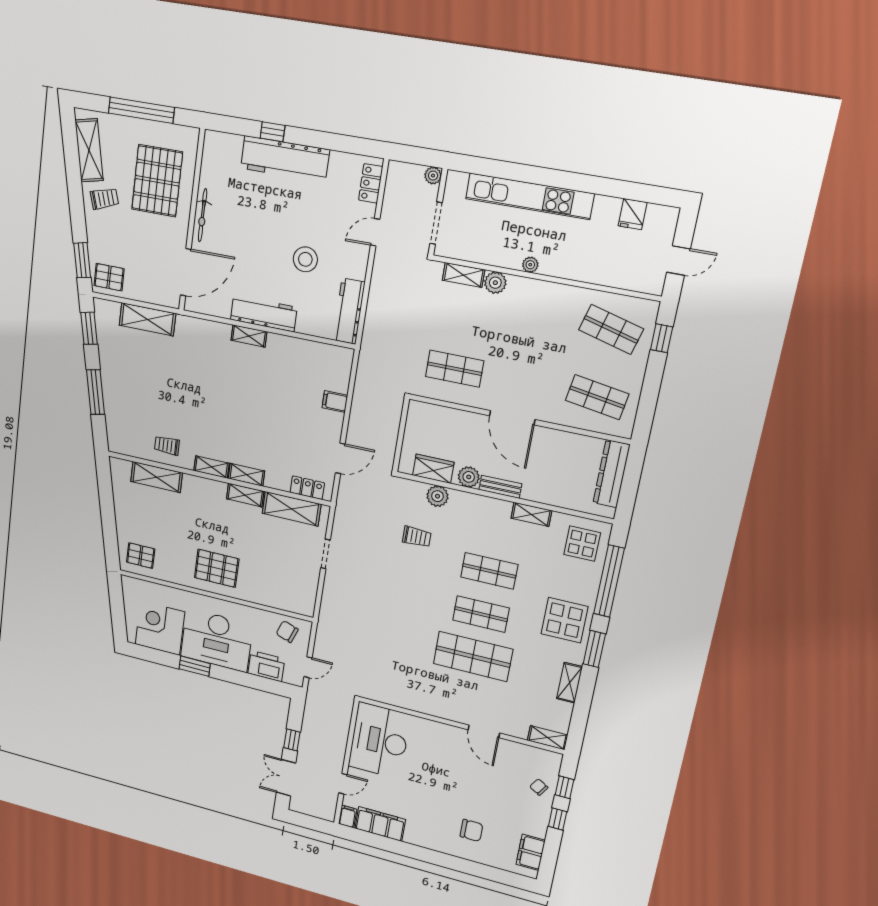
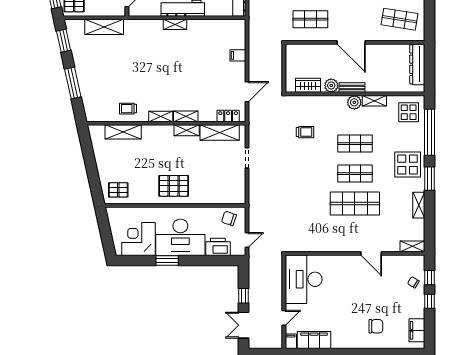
plant: (437, 496) -> (354, 102), moved

